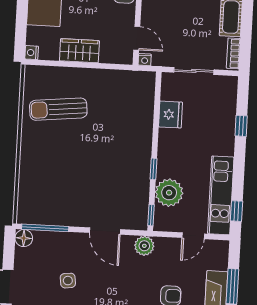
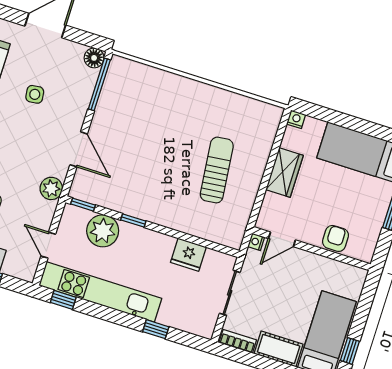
sun lounger: (58, 109) -> (217, 170), moved
kitchen unit: (221, 195) -> (100, 292), width x1.36
door: (105, 231) -> (79, 149), swing flipped

